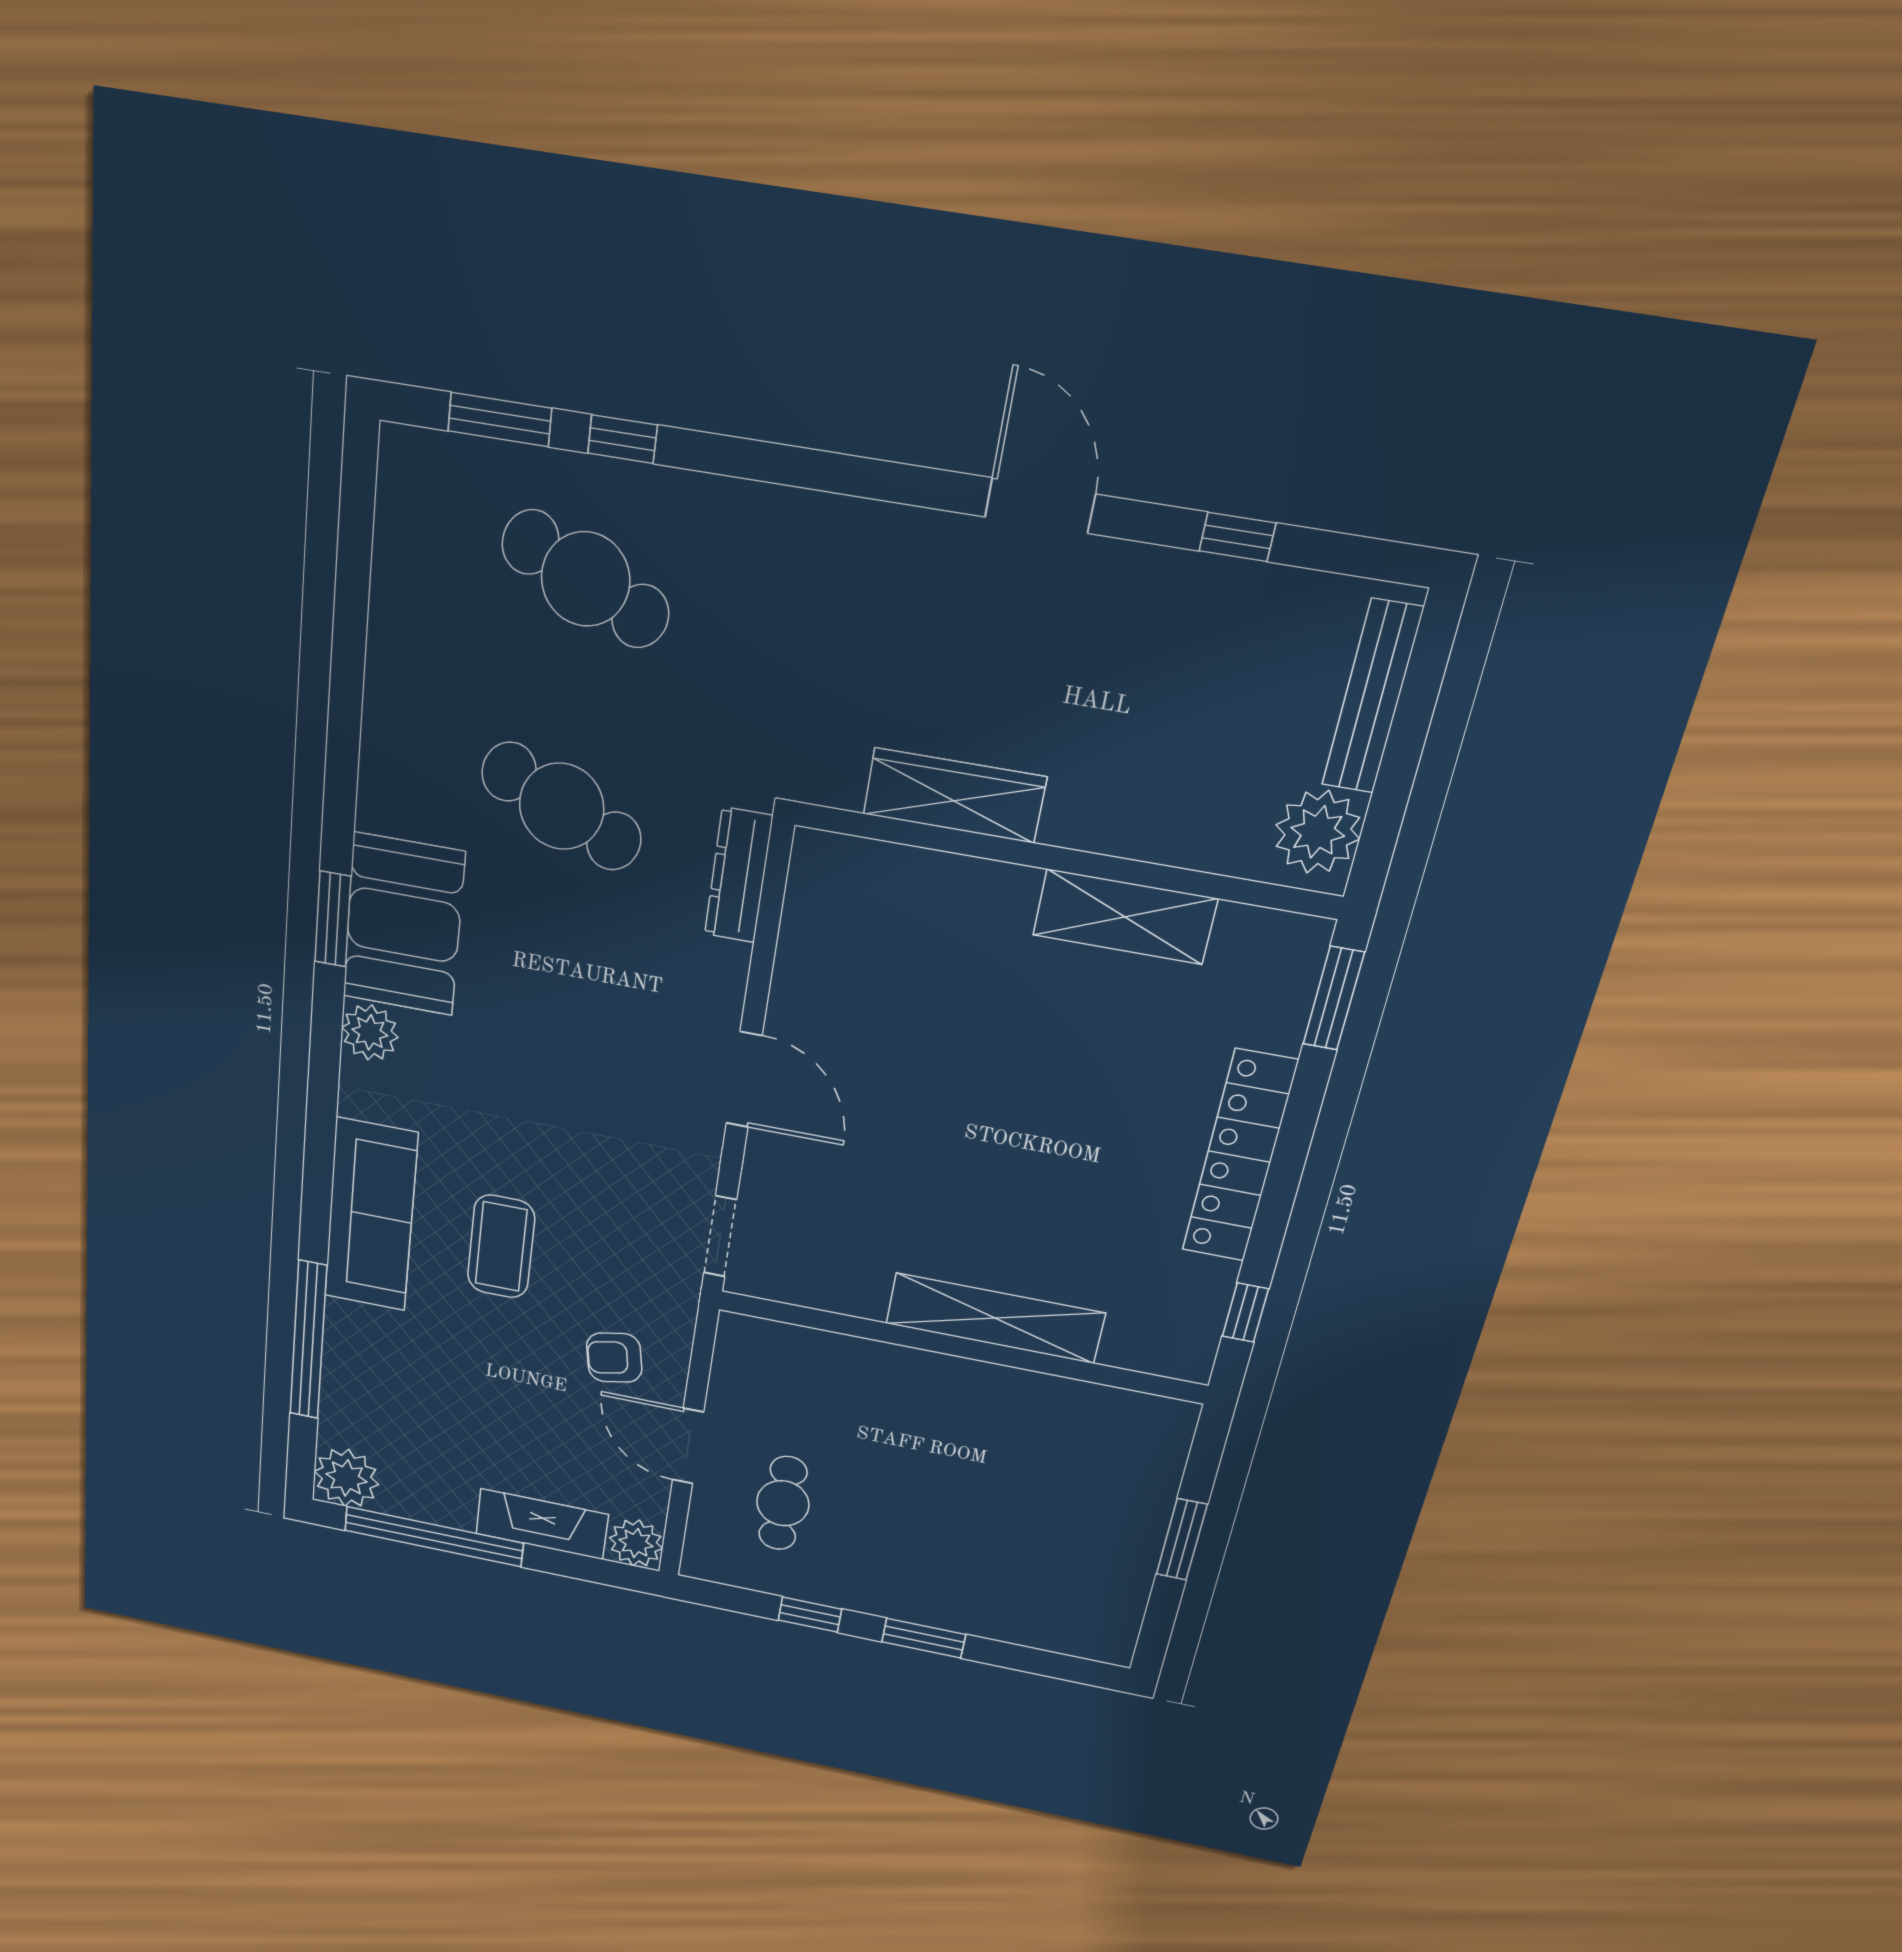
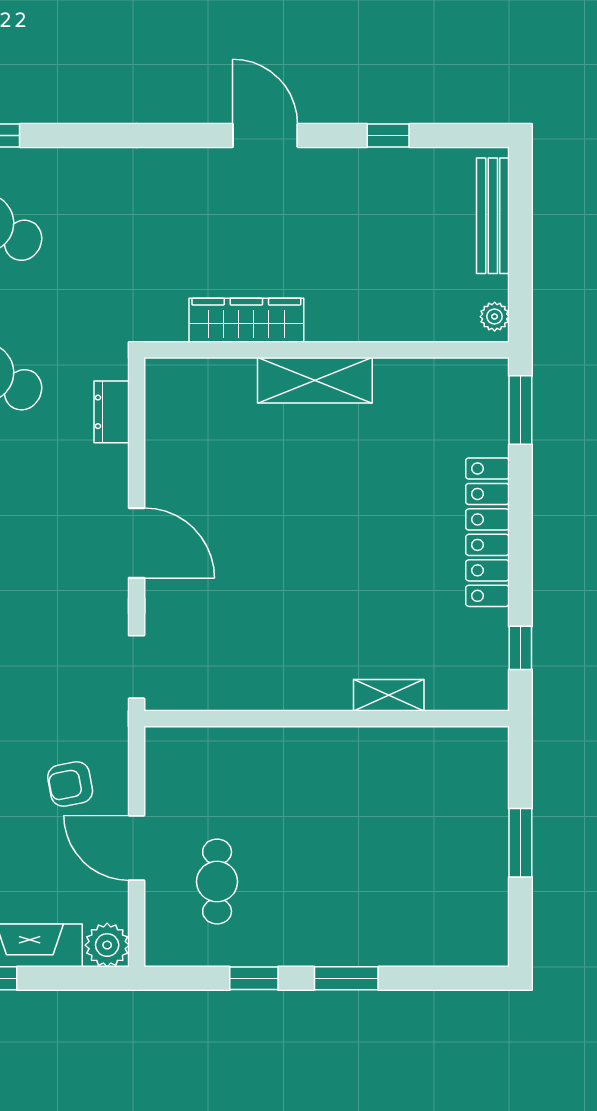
plant: (1318, 832) -> (495, 317), width x0.53, depth x0.53
dresser: (739, 875) -> (112, 412), width x0.70
shelving: (1125, 917) -> (315, 380), moved
shelving: (995, 1318) -> (389, 695), width x0.45, depth x0.75

